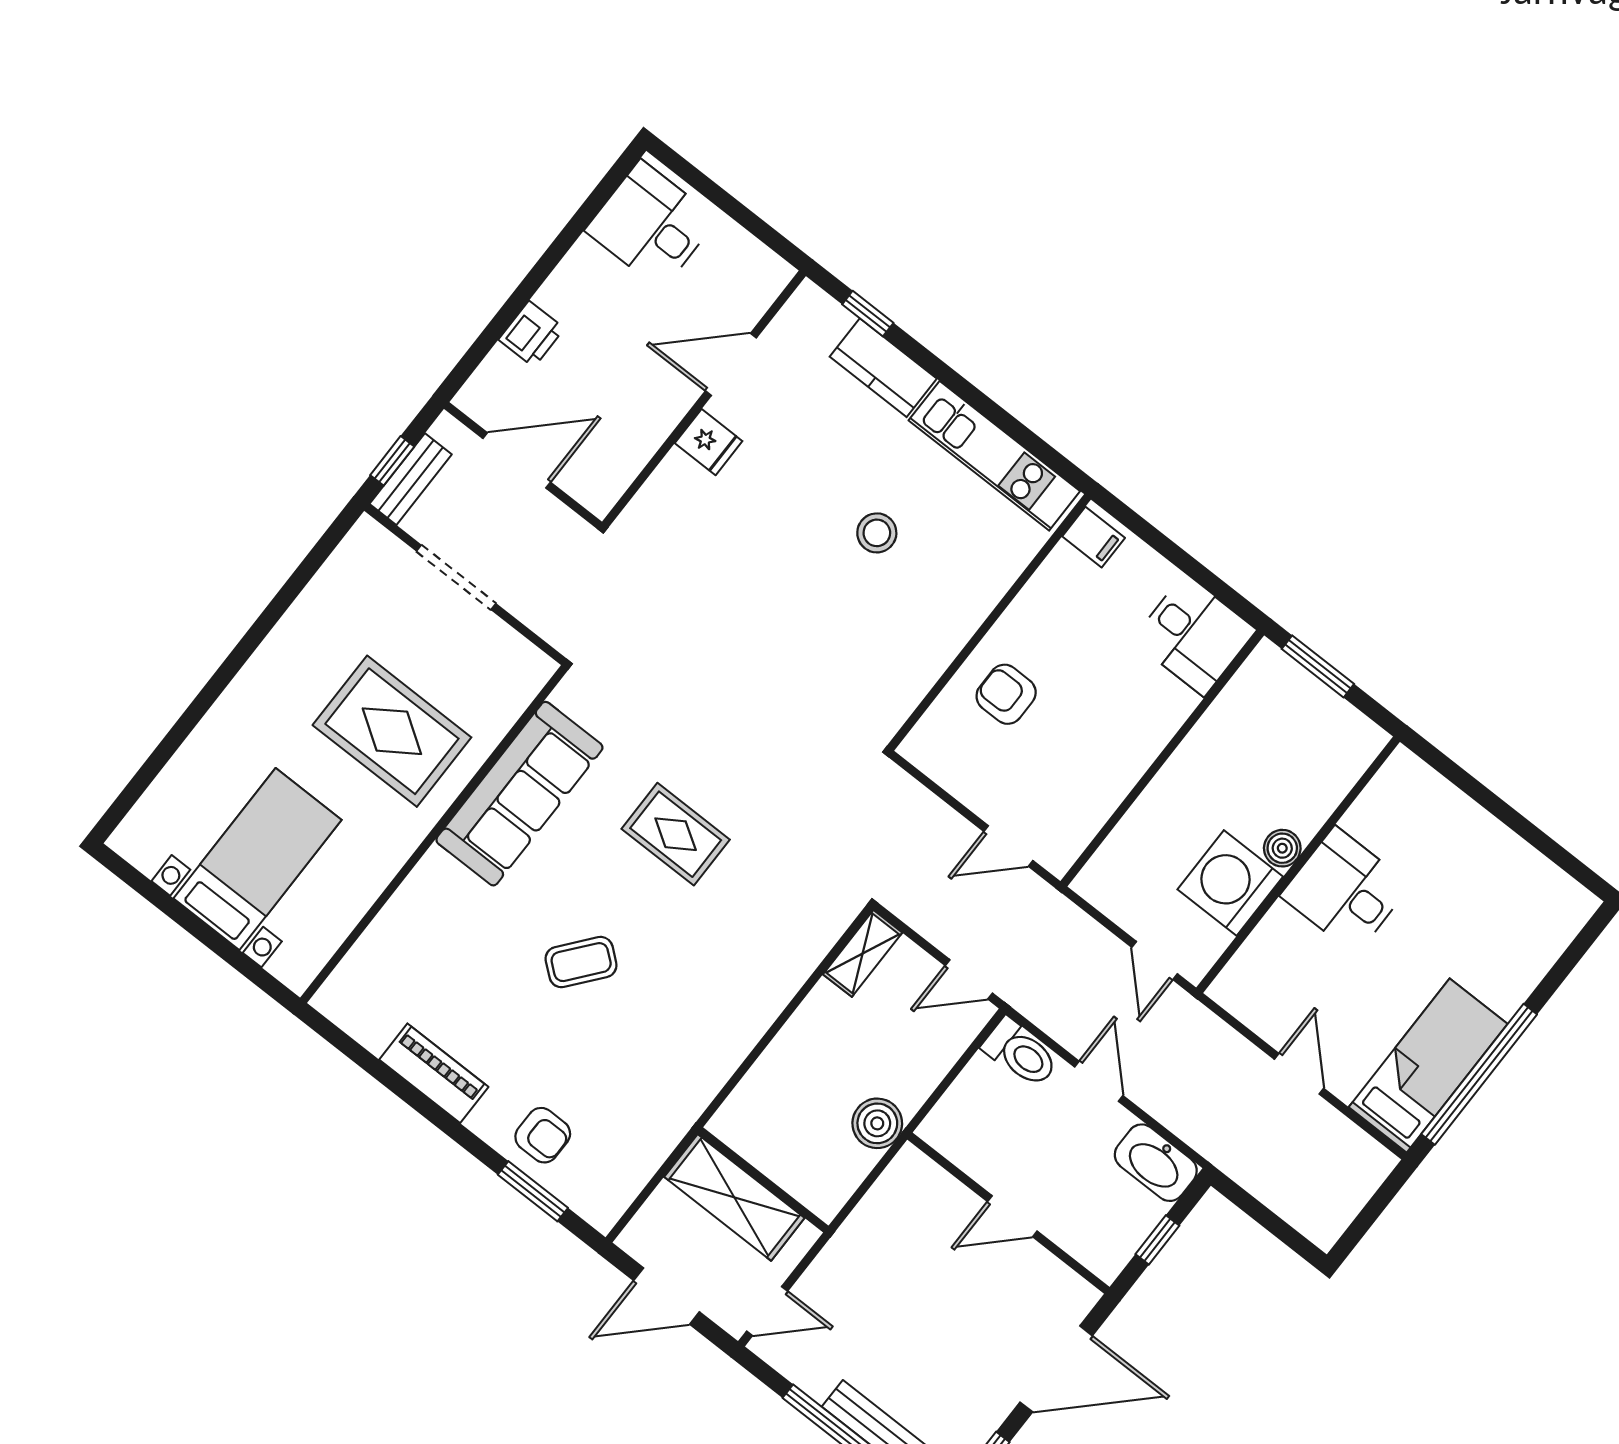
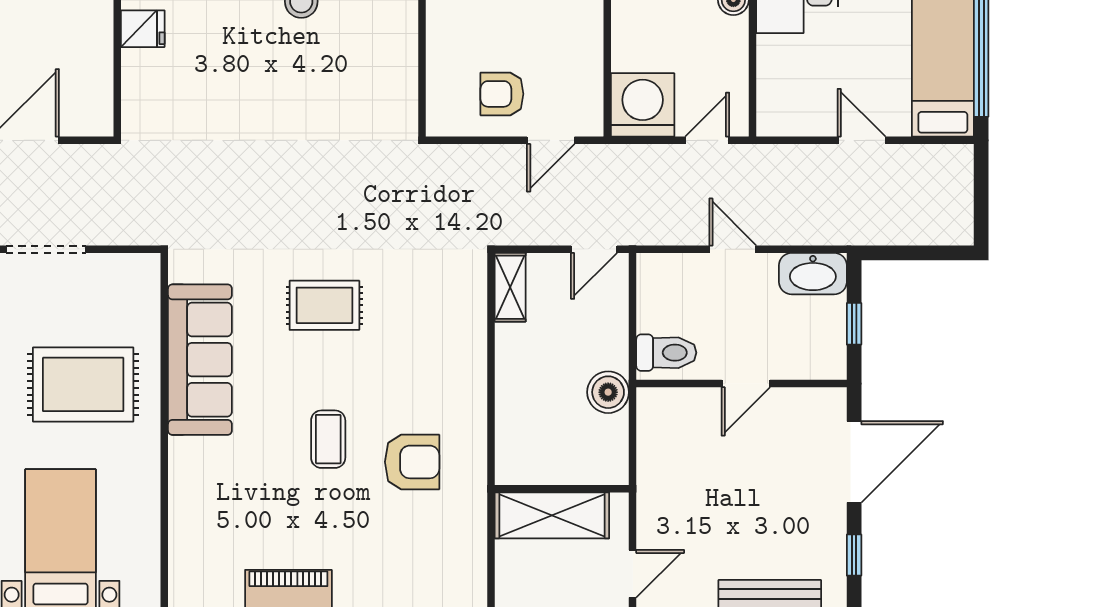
armchair: (1006, 694) -> (502, 94), moved
washing machine: (1230, 883) -> (643, 105), moved, turned 90
door: (1155, 961) -> (707, 140), swing flipped
coffee table: (581, 962) -> (328, 439), turned -39
toilet: (1020, 1053) -> (666, 353), moved
armchair: (543, 1135) -> (412, 462), moved, width x1.38, depth x1.38

